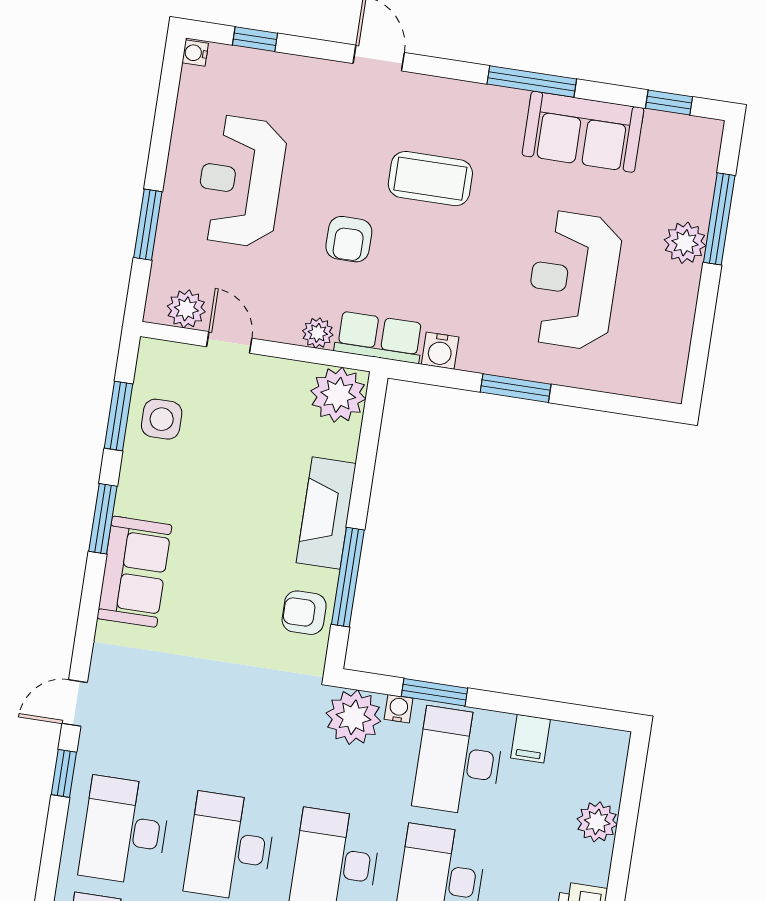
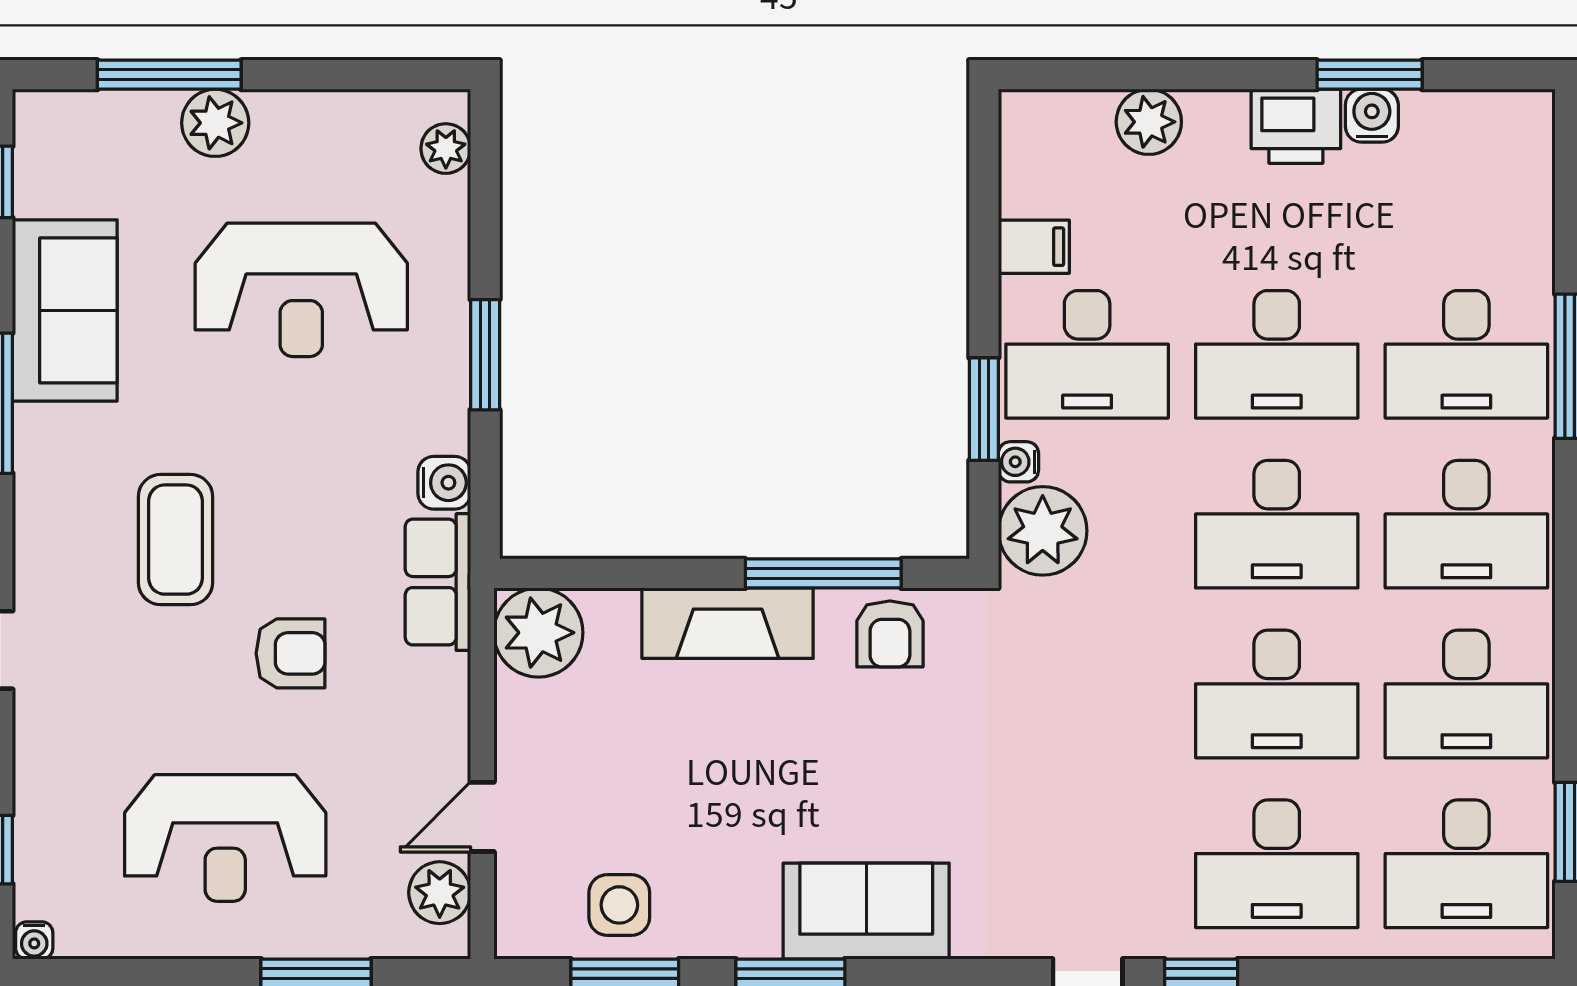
plant: (318, 333) -> (446, 149), moved

